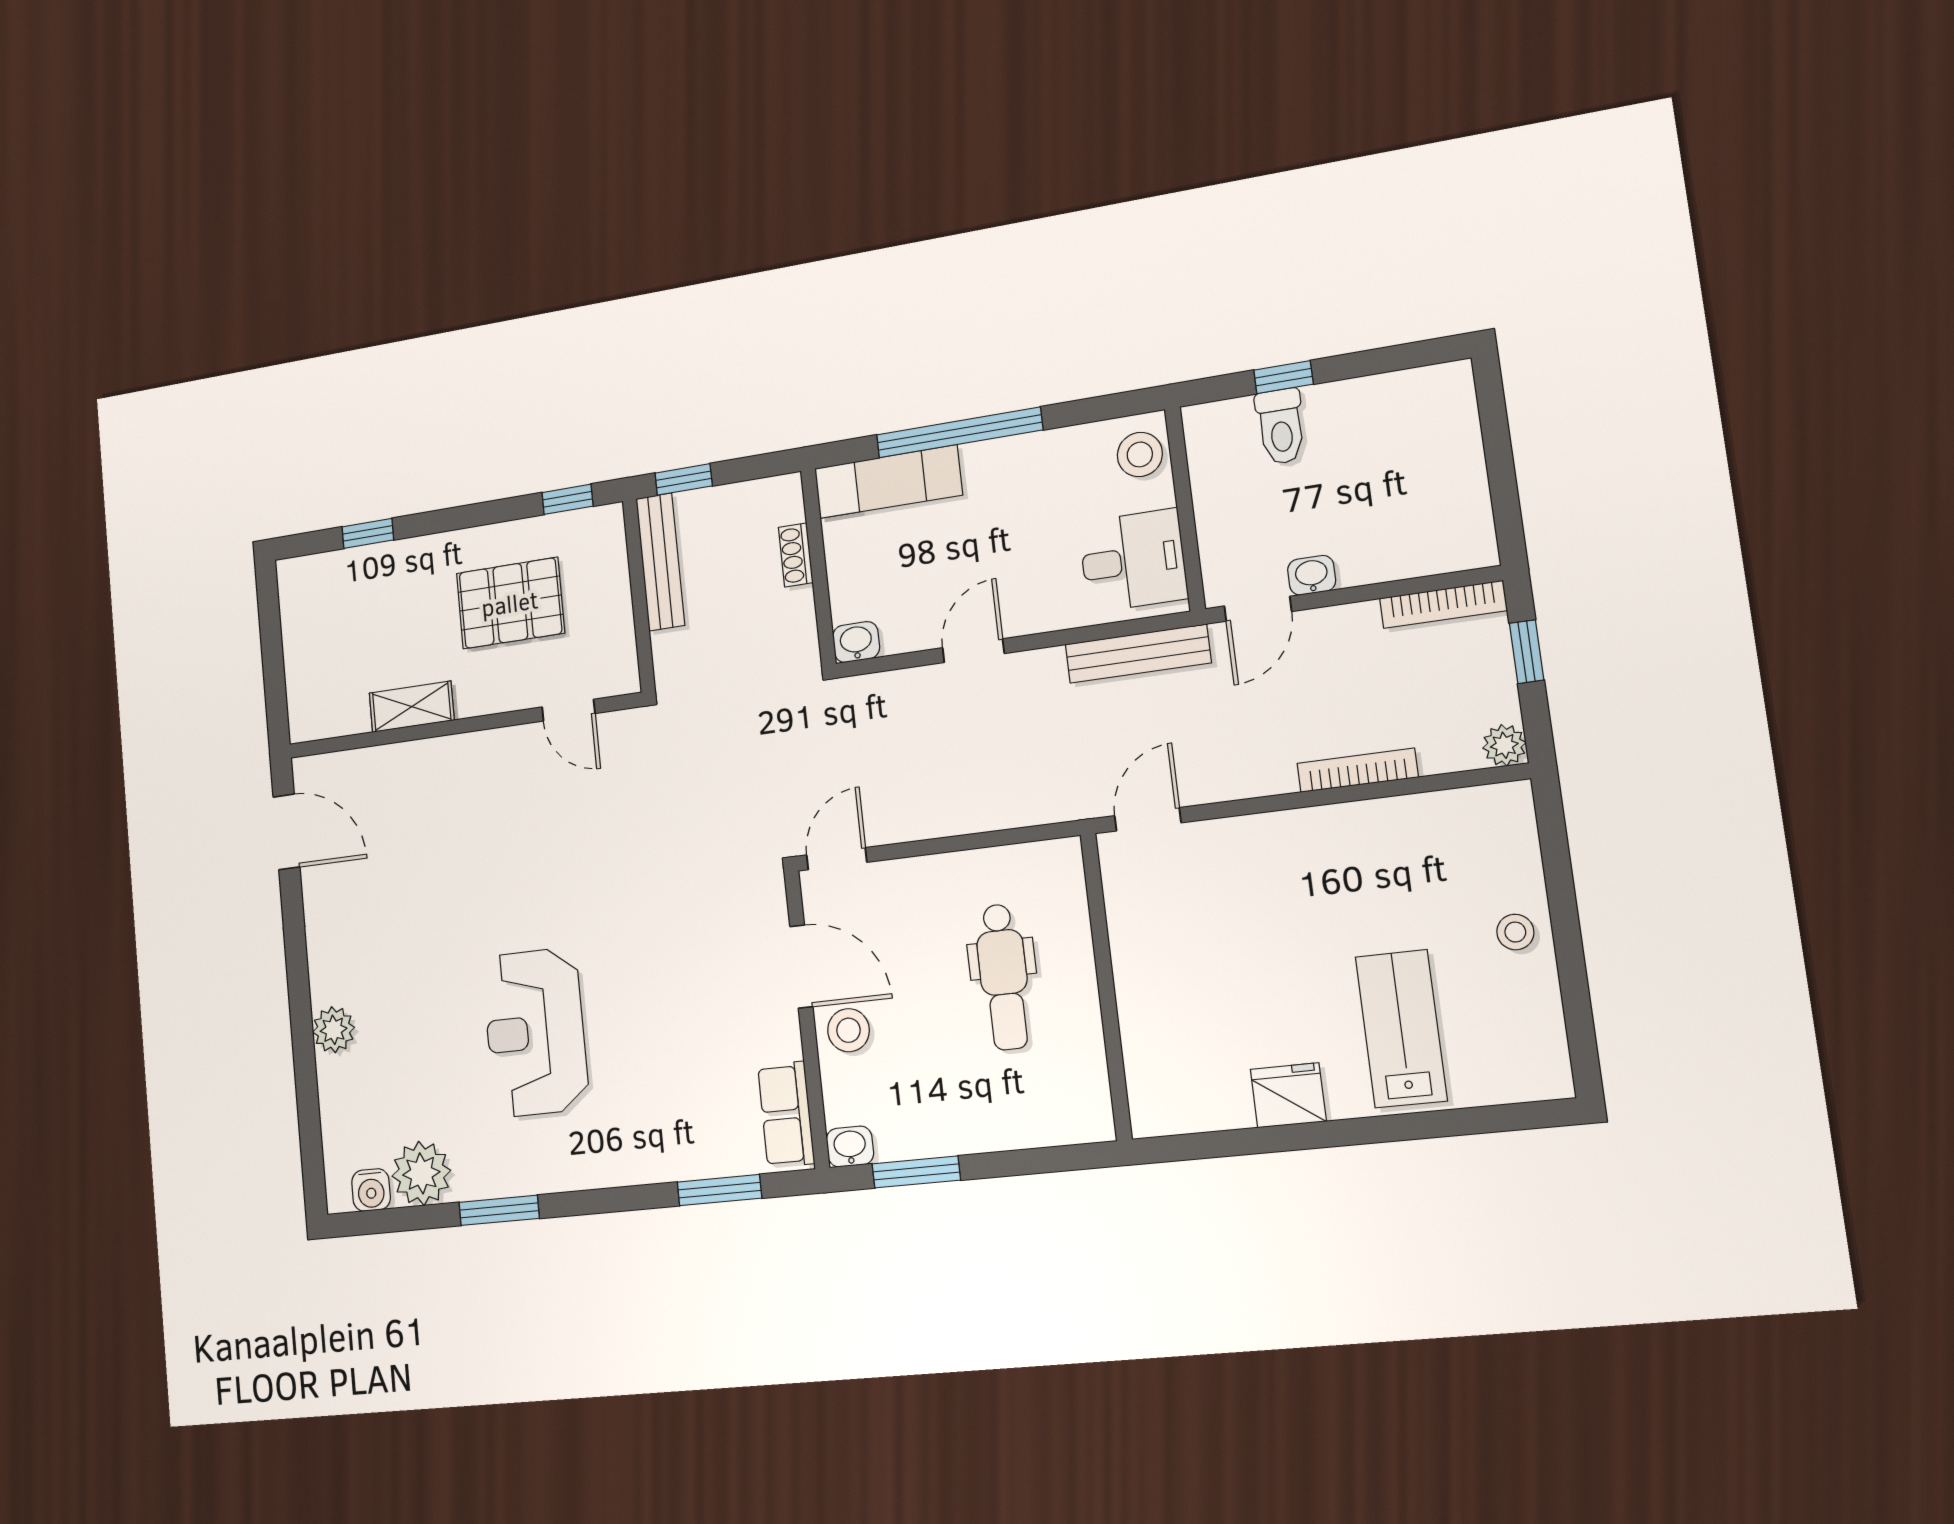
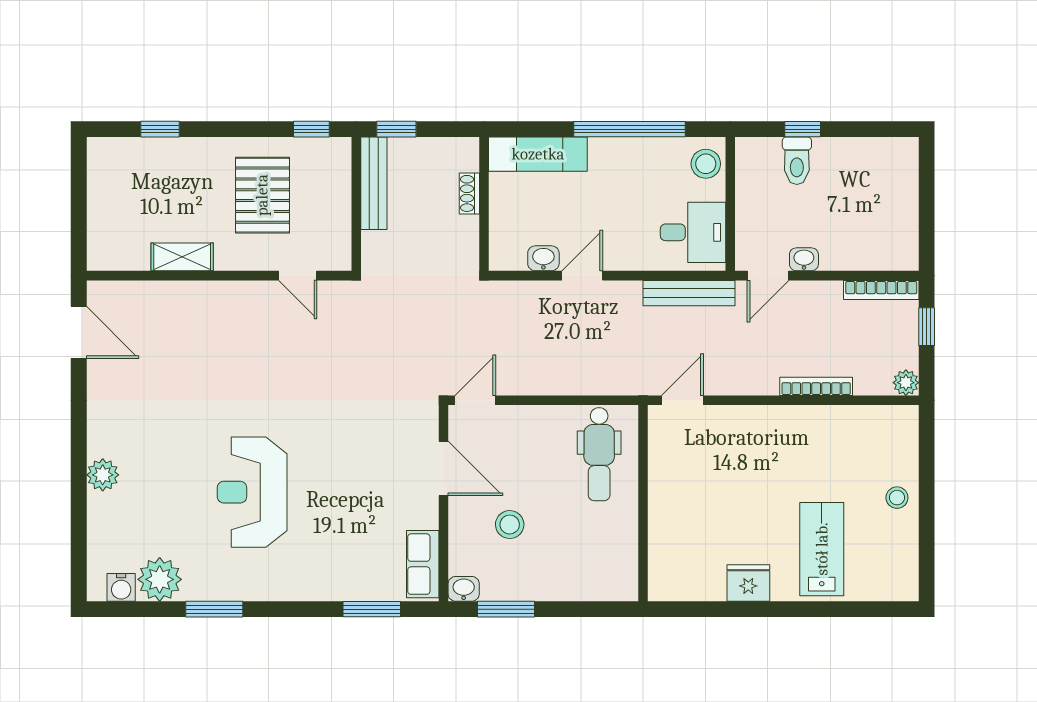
window: (959, 432) -> (630, 129), moved
pallet: (510, 603) -> (262, 195), turned 90
washbasin: (856, 642) -> (543, 258), moved
dental chair: (1004, 977) -> (599, 454), moved
stool: (849, 1030) -> (510, 525), moved

